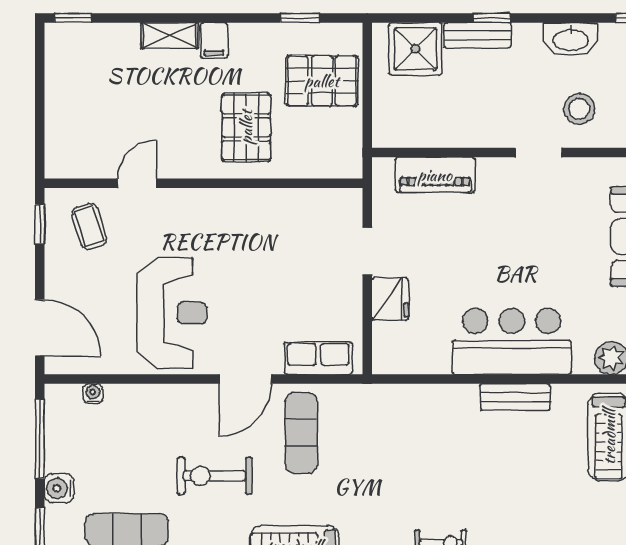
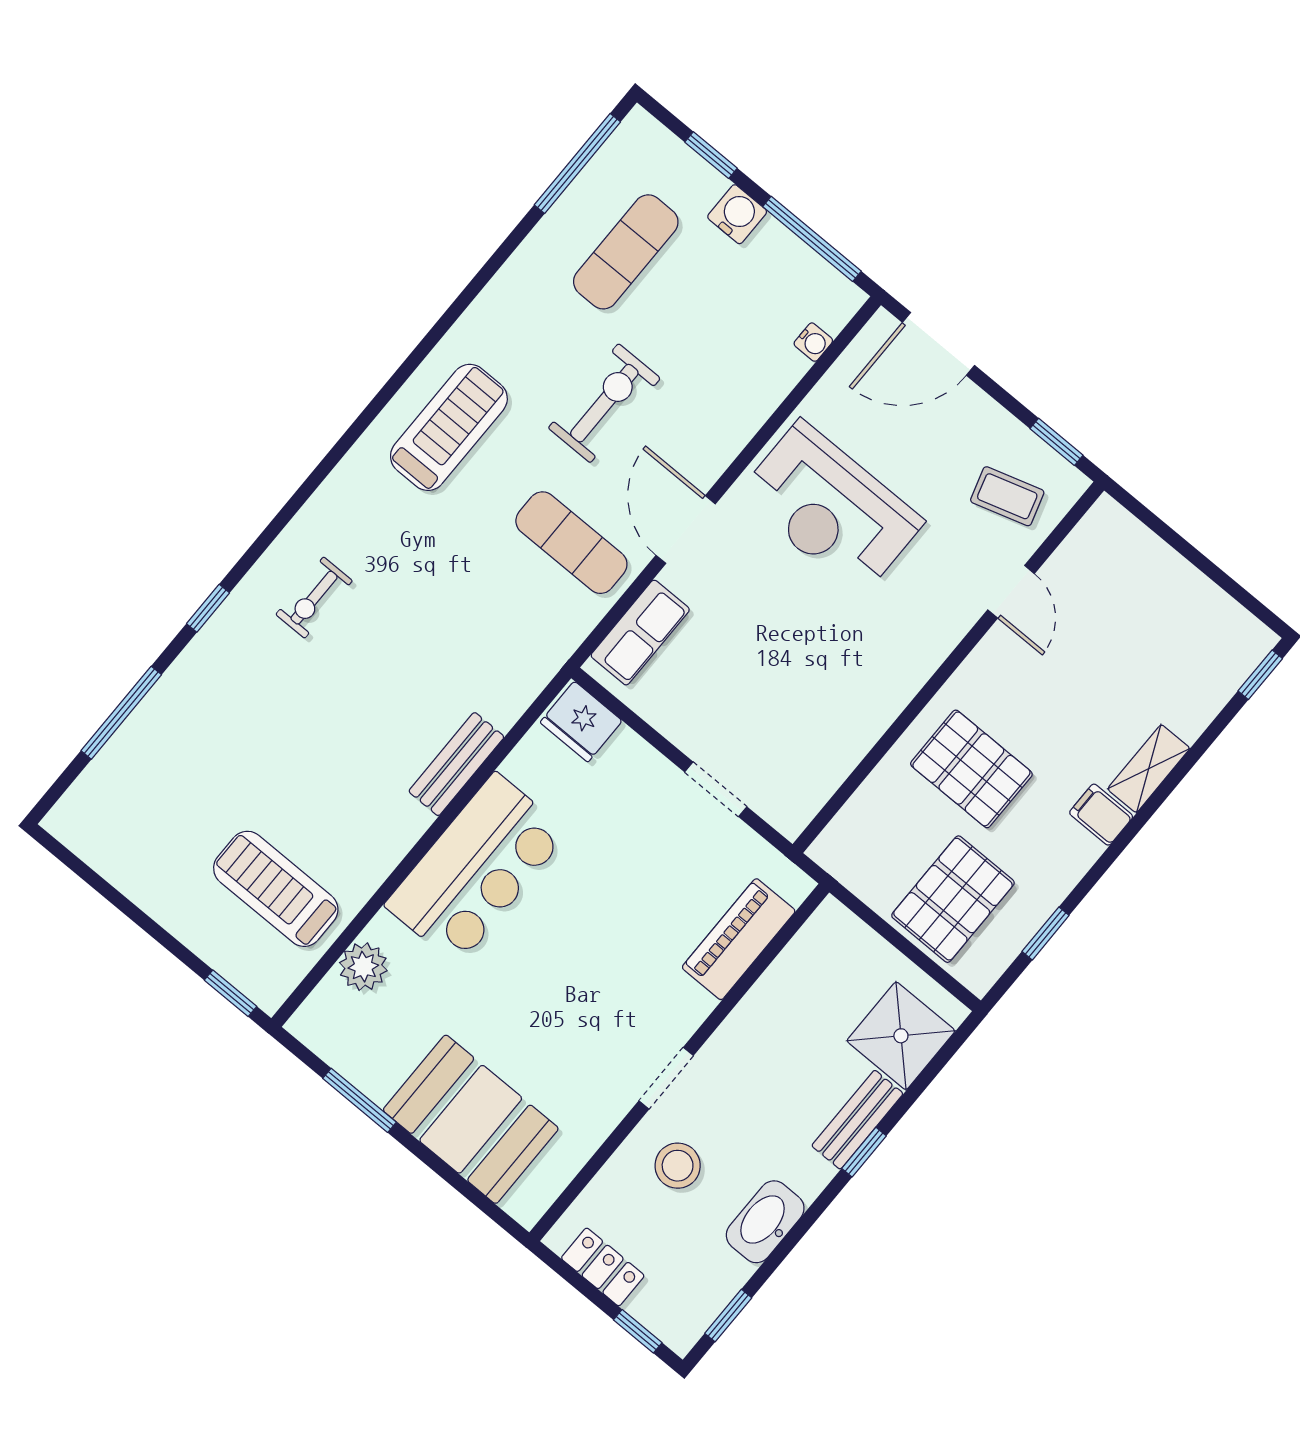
fridge: (390, 299) -> (581, 722), moved
bench: (515, 397) -> (456, 764), moved

